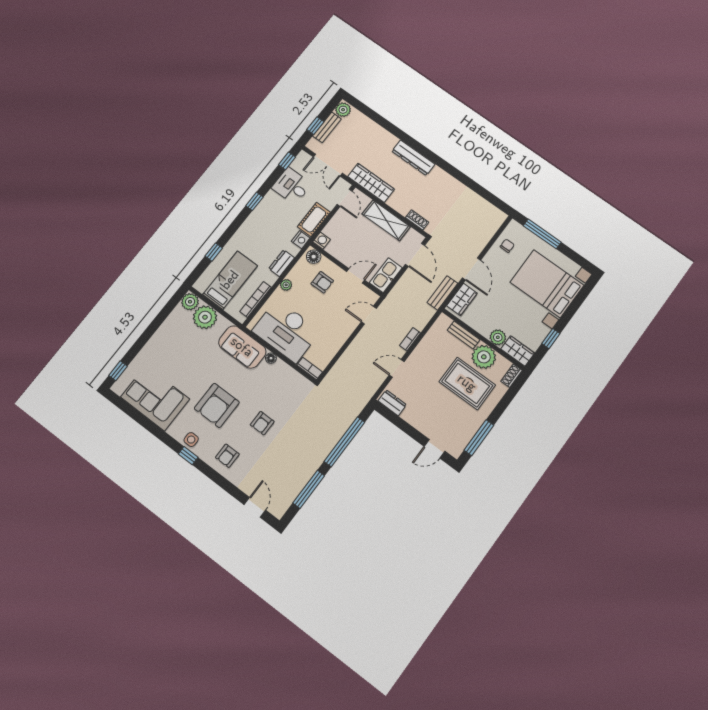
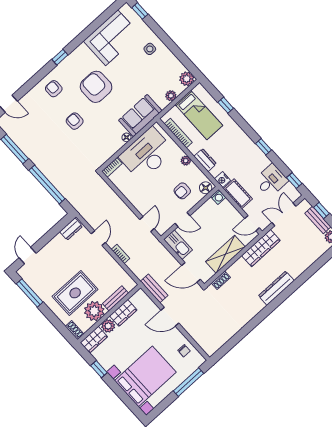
door: (356, 276) -> (182, 220), hinge flipped
wardrobe: (462, 299) -> (123, 313), moved, turned -90
plant: (205, 317) -> (171, 96), width x0.53, depth x0.53
side table: (191, 440) -> (150, 49), moved

